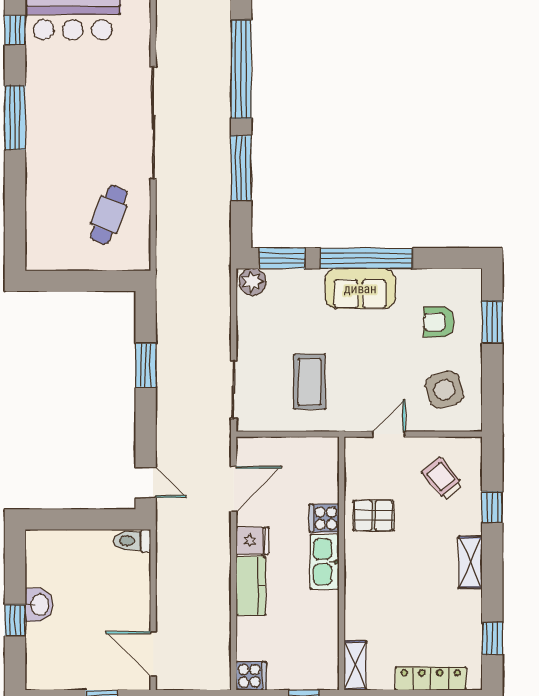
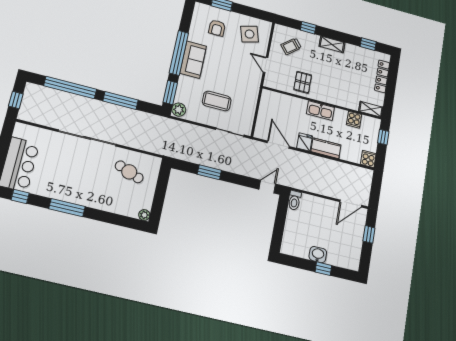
plant: (35, 260) -> (144, 215), added
coffee table: (309, 382) -> (217, 101), moved
cooker: (324, 518) -> (354, 120), moved

